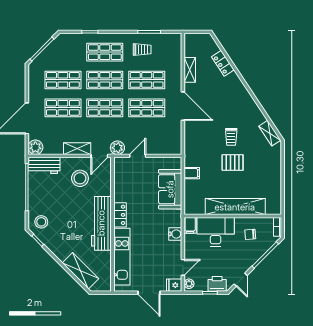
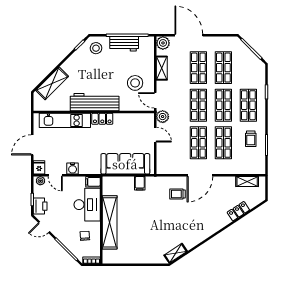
shelving: (190, 70) -> (247, 181), moved
trolley: (231, 137) -> (177, 194), moved
shelving: (77, 149) -> (162, 68), moved
pallet: (233, 163) -> (149, 220), removed
workbench: (44, 165) -> (124, 44), moved, turned -90
sofa: (170, 189) -> (125, 164), width x1.36
water cooler: (175, 234) -> (73, 168), moved

